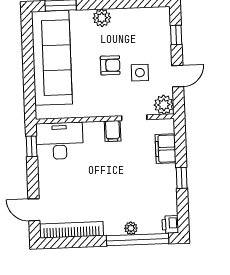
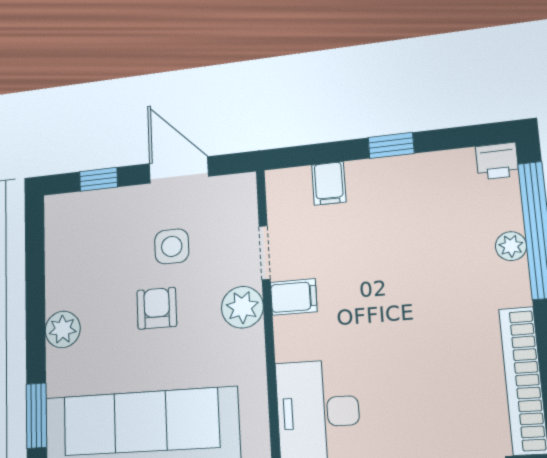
door: (178, 76) -> (179, 170), width x1.38
plant: (164, 105) -> (242, 307), moved
filing cabinet: (166, 149) -> (329, 183), width x0.50

